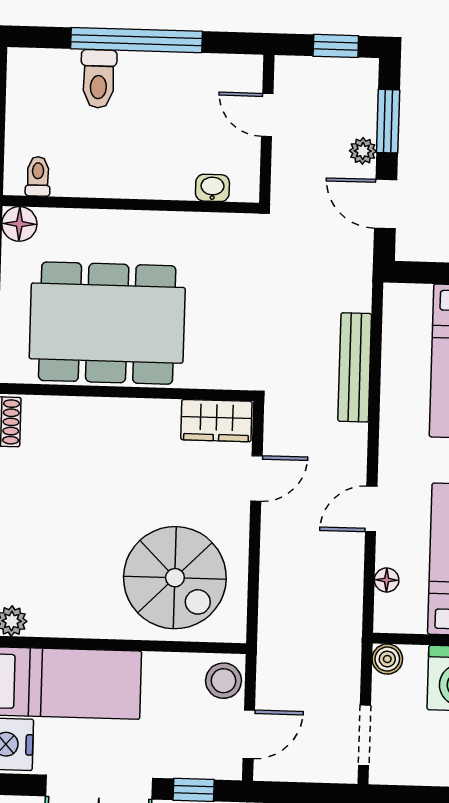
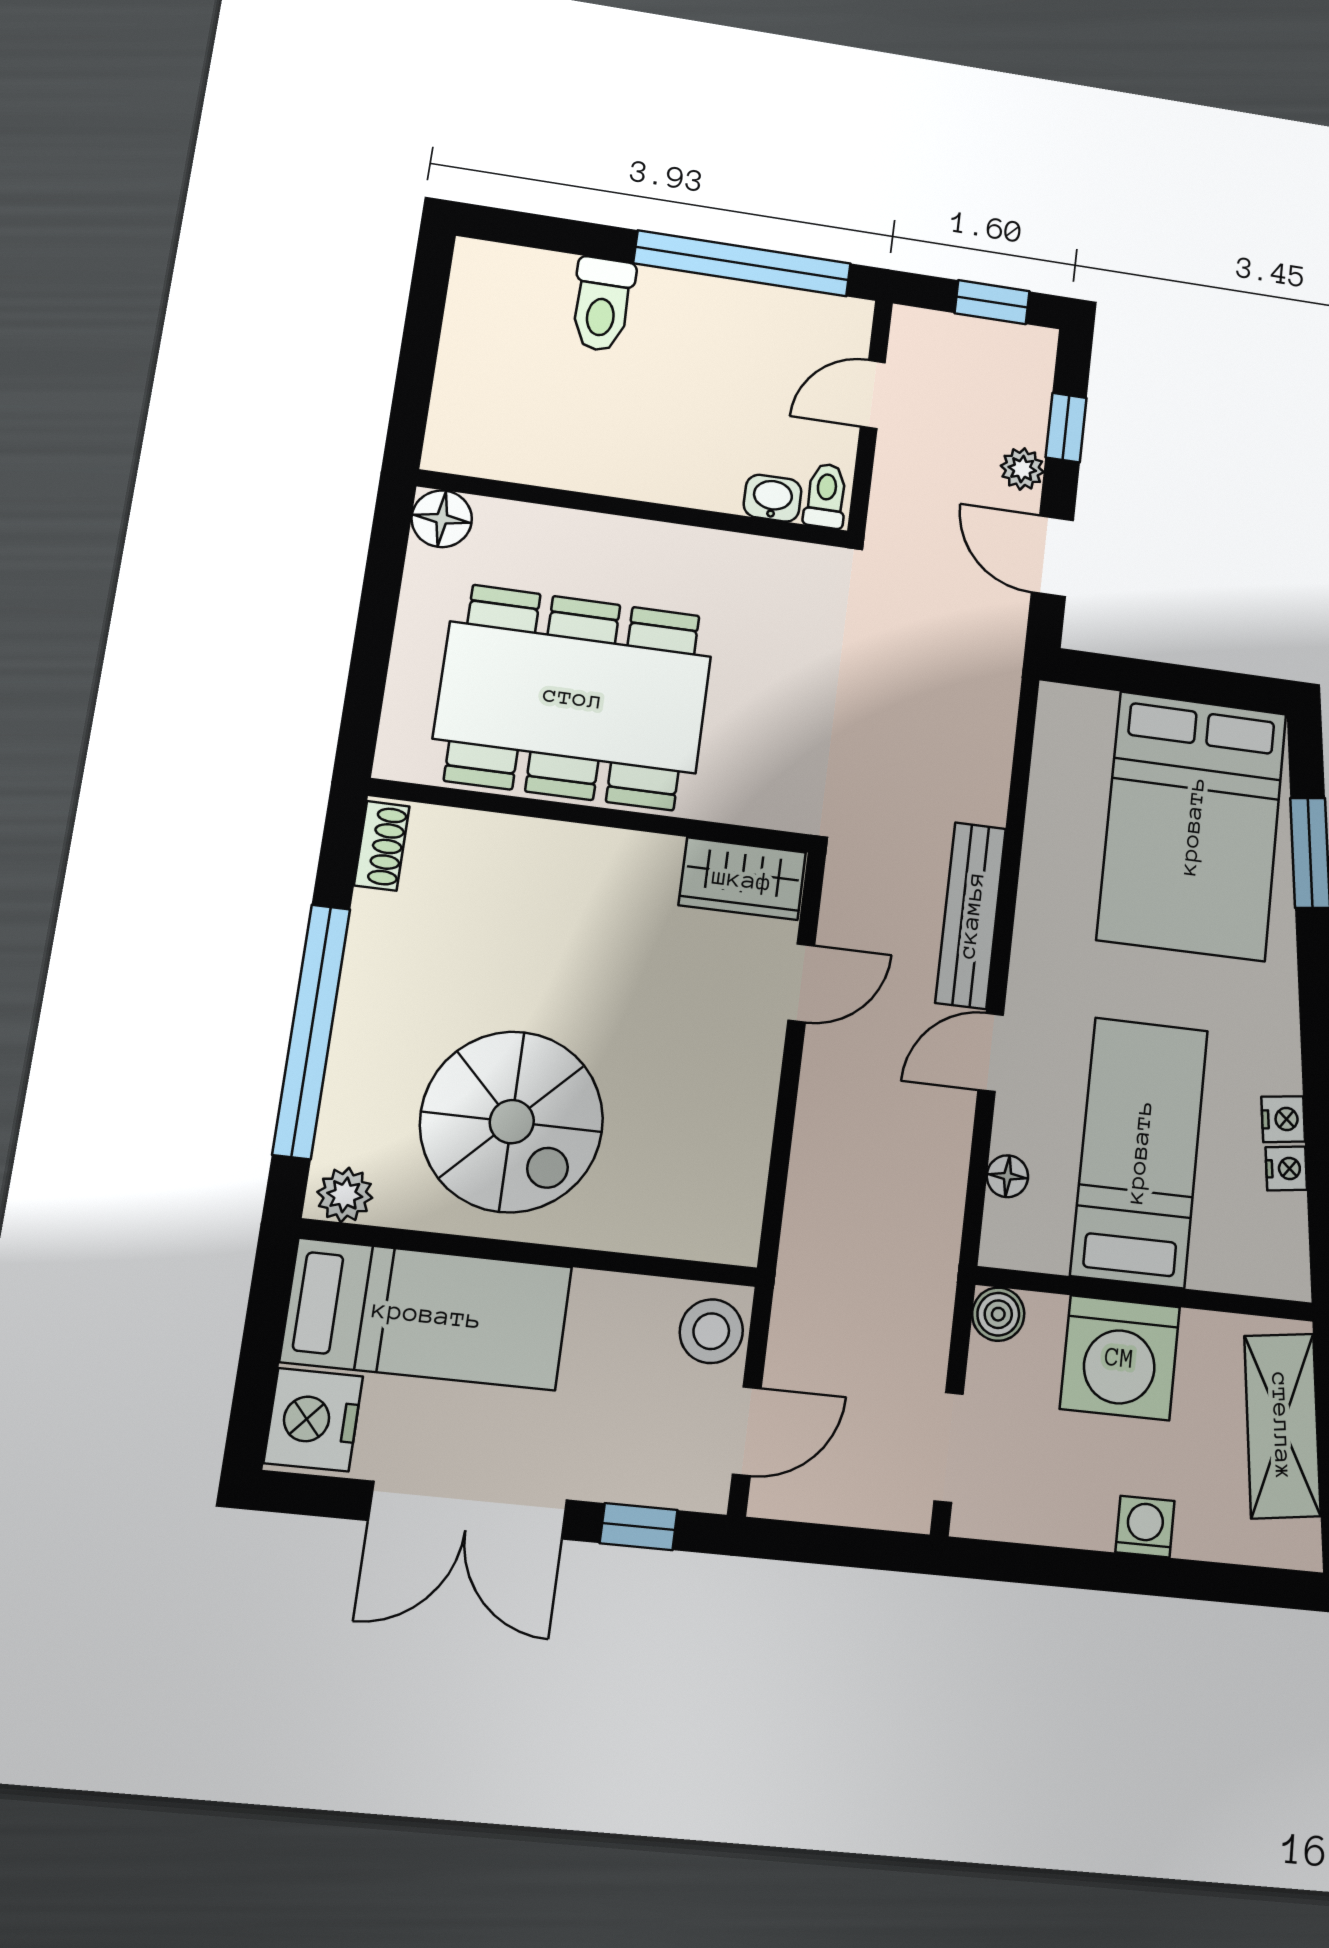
window: (137, 40) -> (742, 263), moved
door: (267, 115) -> (873, 395), hinge flipped
window: (388, 121) -> (1066, 428), width x0.67
toilet: (38, 176) -> (826, 496), moved
bench: (355, 367) -> (971, 915), moved
spiral stairs: (175, 578) -> (512, 1122), moved

